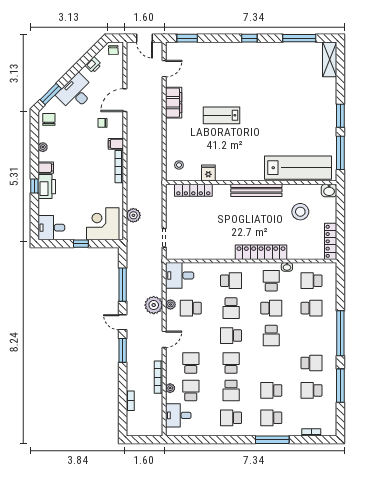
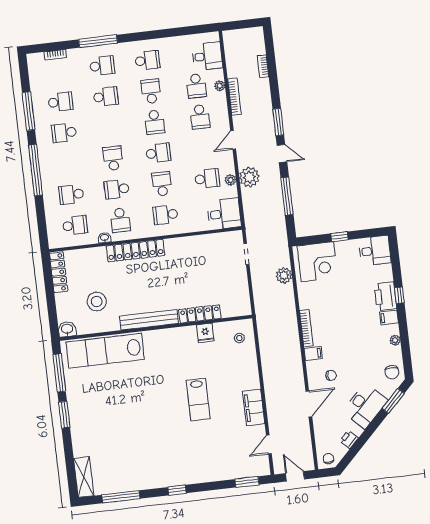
lab bench: (221, 115) -> (198, 400), turned 90
locker: (193, 190) -> (200, 314), moved

